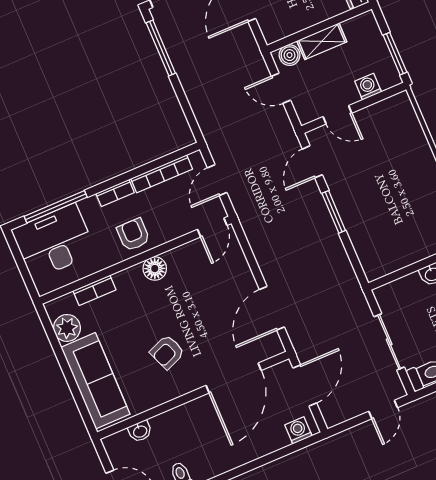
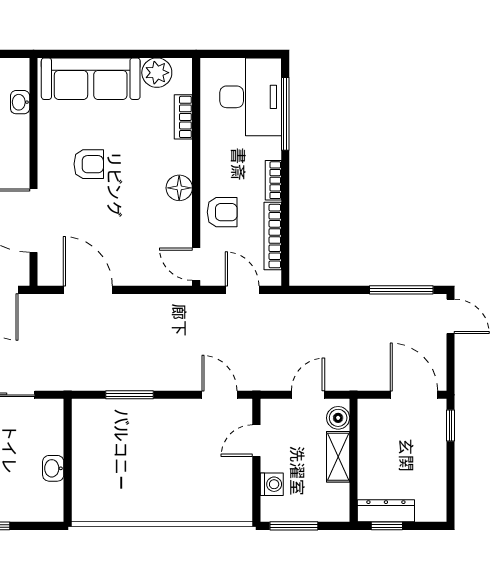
window: (334, 212) -> (129, 395), moved
armchair: (133, 235) -> (222, 212), moved
armchair: (167, 352) -> (89, 164), turned 112

